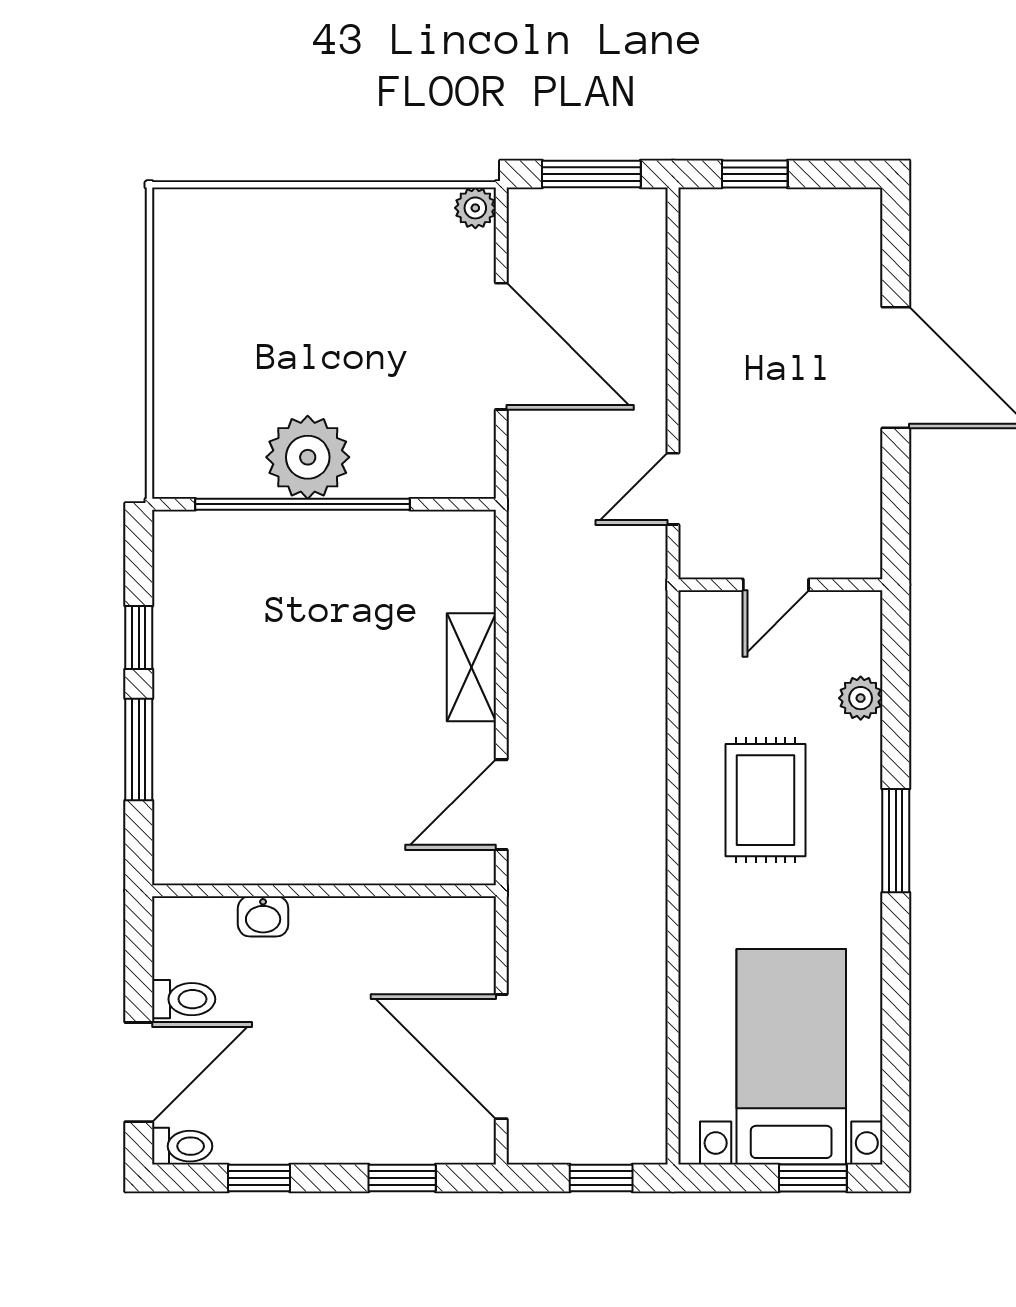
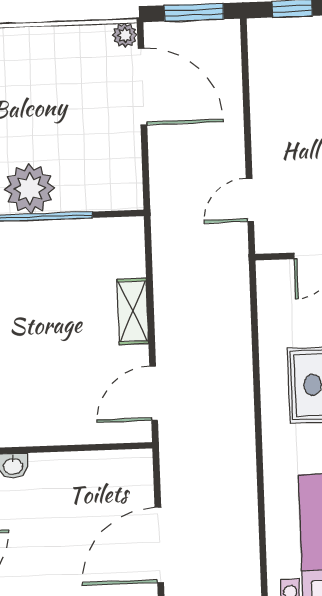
door: (501, 346) -> (142, 87), moved
door: (501, 1057) -> (159, 545), hinge flipped

